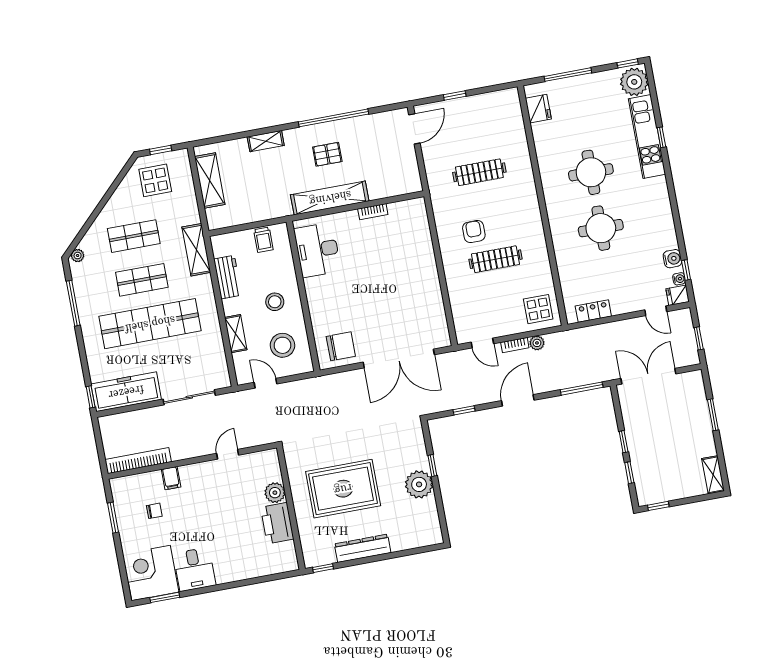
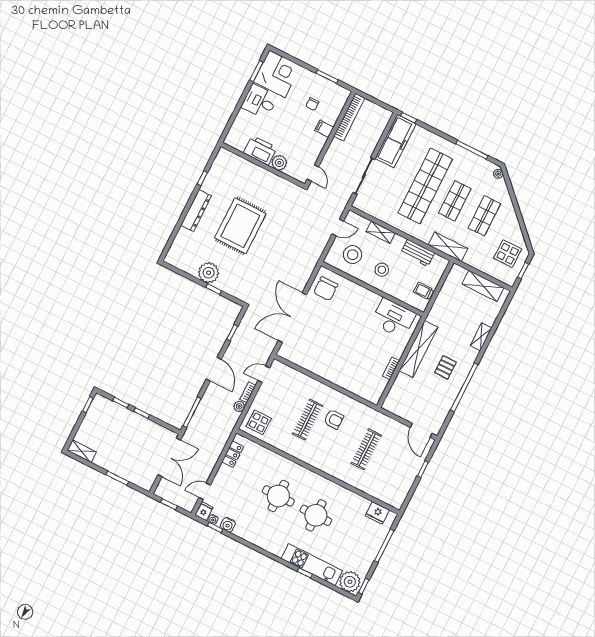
plant: (275, 493) -> (279, 163), moved
wall: (291, 508) -> (263, 165), moved
printer: (277, 523) -> (260, 150), moved

